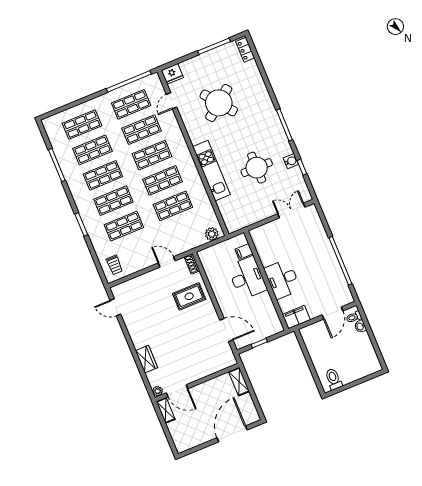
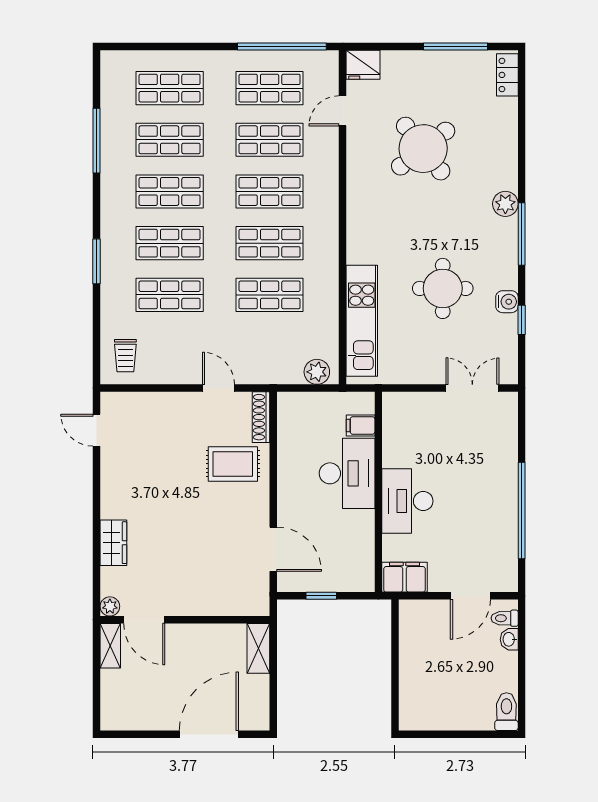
plant: (270, 113) -> (505, 204), added
kitchen unit: (211, 171) -> (362, 321), moved
shoe rack: (192, 264) -> (261, 417), width x1.43
toilet: (334, 379) -> (506, 712), moved

